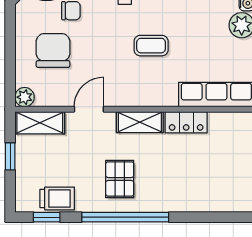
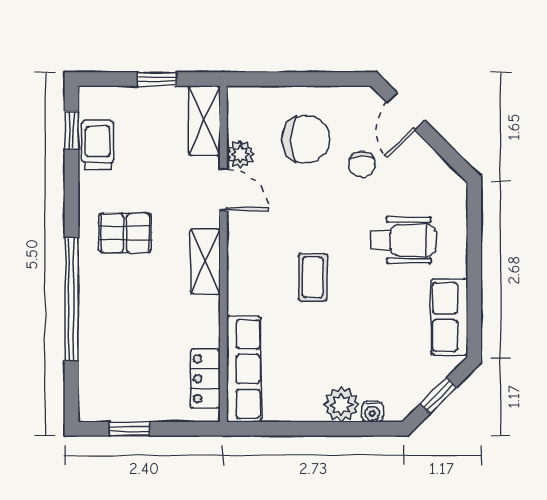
plant: (25, 97) -> (240, 154), moved
locker: (186, 122) -> (205, 379), moved
trolley: (57, 198) -> (98, 145), turned 180
window: (125, 217) -> (72, 299), moved

